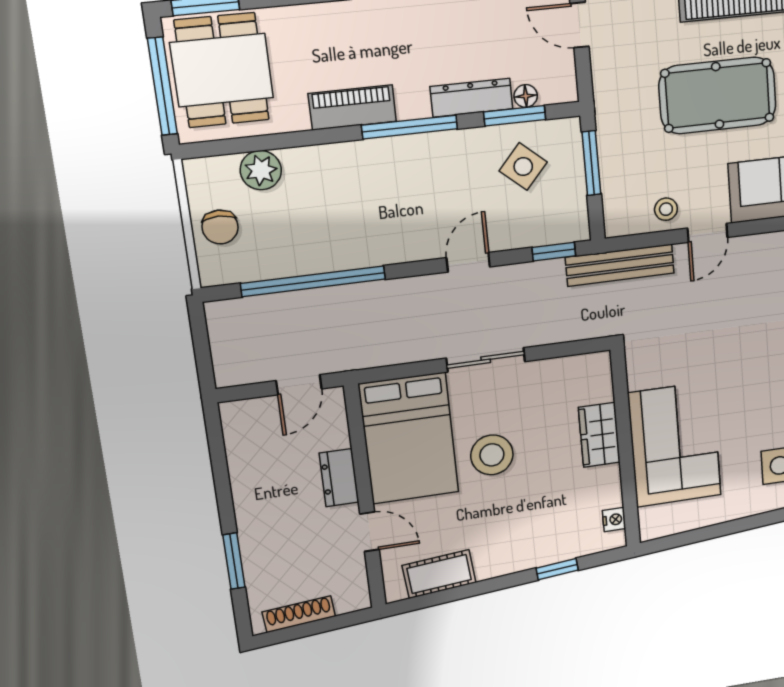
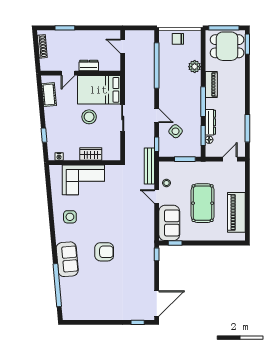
side table: (523, 166) -> (176, 131), moved
plant: (261, 170) -> (195, 67), moved
door: (299, 385) -> (123, 46), moved

